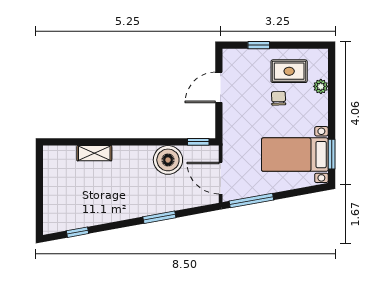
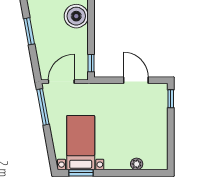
window: (259, 45) -> (171, 99), moved
rug: (289, 71) -> (149, 138), removed
chair: (279, 98) -> (127, 129), removed
boiler: (168, 160) -> (76, 16), moved

